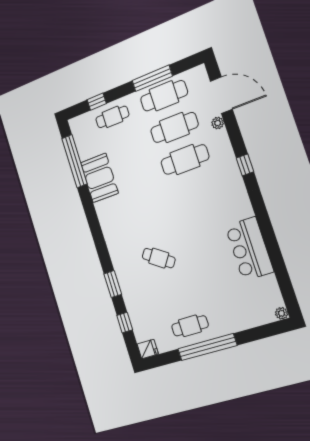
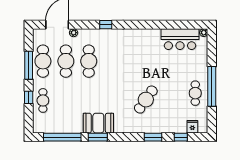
window: (97, 102) -> (29, 97), moved
booth: (99, 178) -> (98, 123), moved
window: (89, 209) -> (98, 137), added
bar counter: (249, 249) -> (180, 39), moved
cafe table: (159, 258) -> (146, 100), width x1.37, depth x1.35
fridge: (148, 349) -> (192, 127), moved

